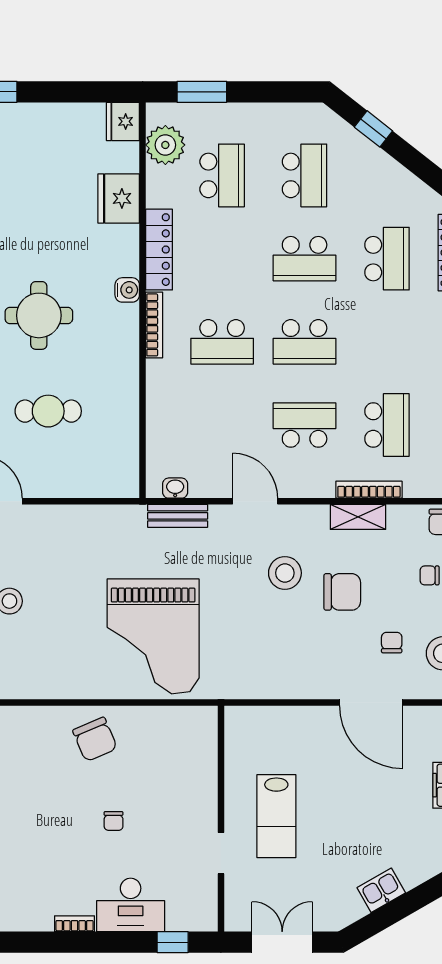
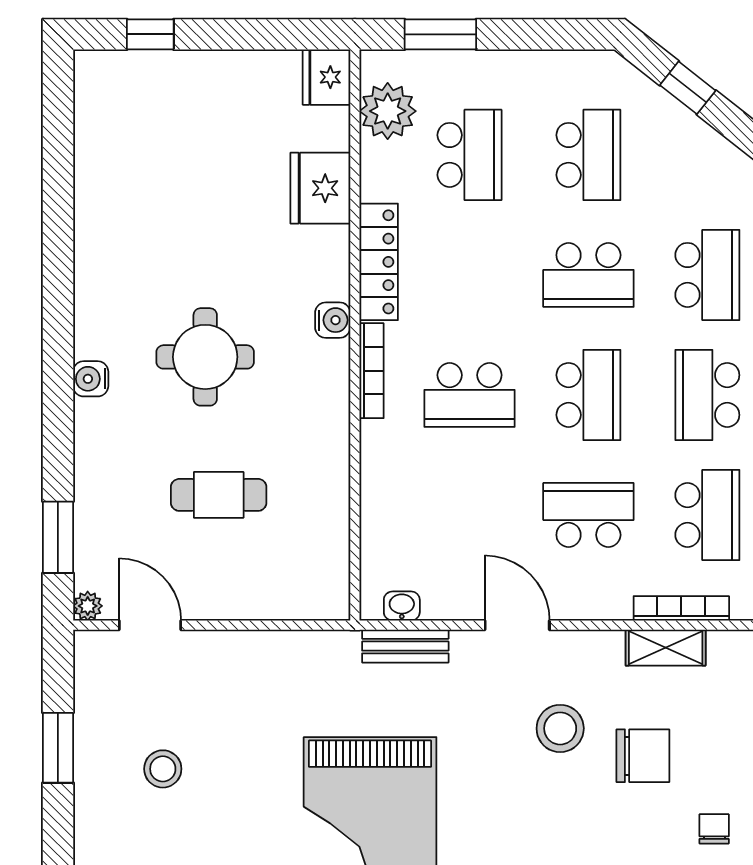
school desk: (305, 342) -> (588, 395), turned -90
school desk: (387, 342) -> (707, 395), added

